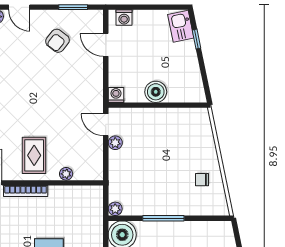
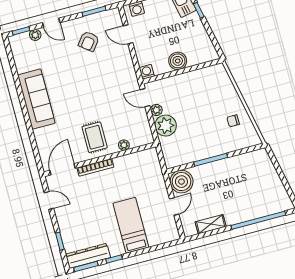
plant: (115, 209) -> (166, 126), moved, width x1.87, depth x1.87

